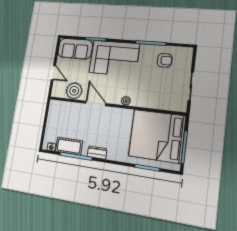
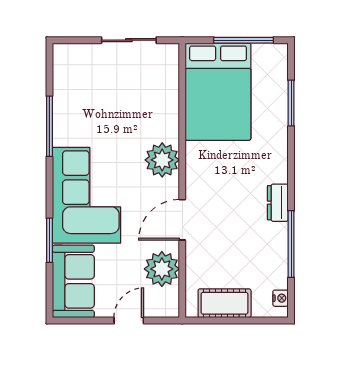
armchair: (165, 60) -> (82, 95), removed
plant: (126, 101) -> (162, 160), width x1.87, depth x1.87
bed: (157, 136) -> (218, 92), width x0.73
cot: (69, 146) -> (225, 303), moved, turned 90

